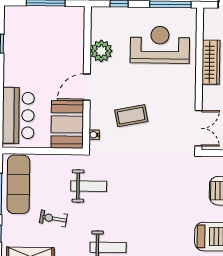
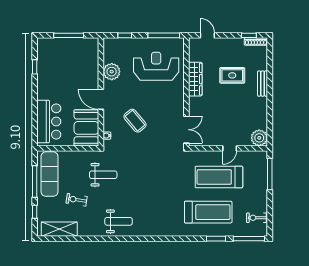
door: (87, 87) -> (101, 99), hinge flipped
coffee table: (131, 116) -> (135, 121), turned 61

